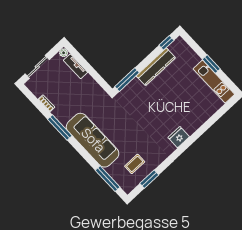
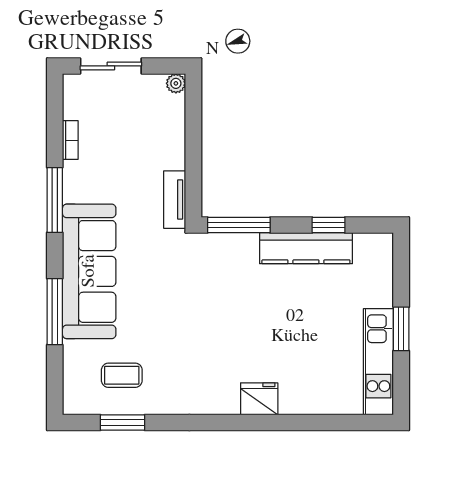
window: (166, 43) -> (329, 225), moved
tv unit: (75, 66) -> (175, 200), moved
fridge: (179, 137) -> (259, 399), moved
window: (108, 179) -> (55, 312), moved

